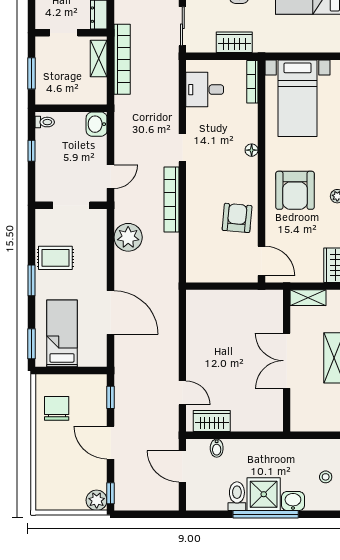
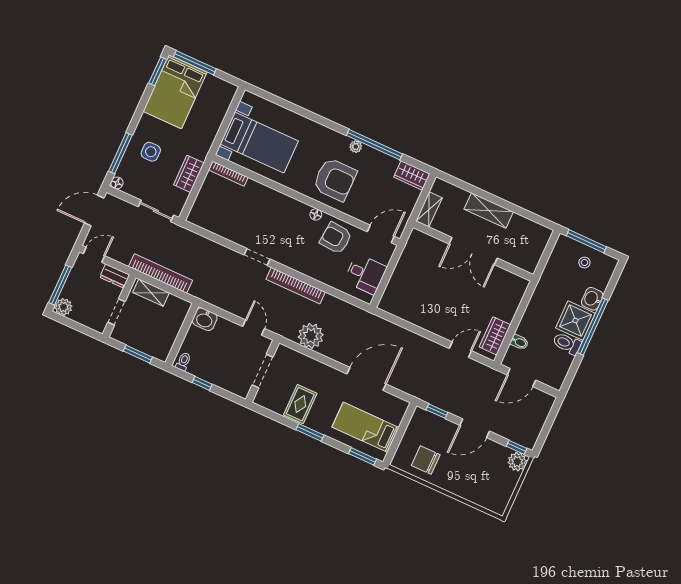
desk: (205, 90) -> (365, 274), moved, turned -90
floor lamp: (252, 150) -> (316, 214), moved

